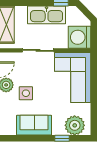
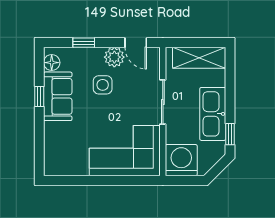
plant: (75, 125) -> (57, 153), removed
floor lamp: (10, 129) -> (52, 63), added
window: (62, 138) -> (39, 96), moved

